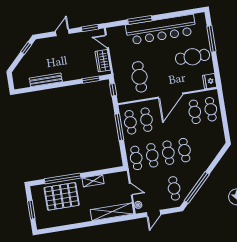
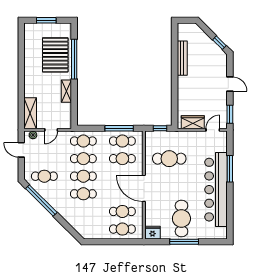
window: (211, 39) -> (184, 242), moved
window: (91, 80) -> (175, 106), removed
shelving: (112, 212) -> (30, 113), width x0.68

